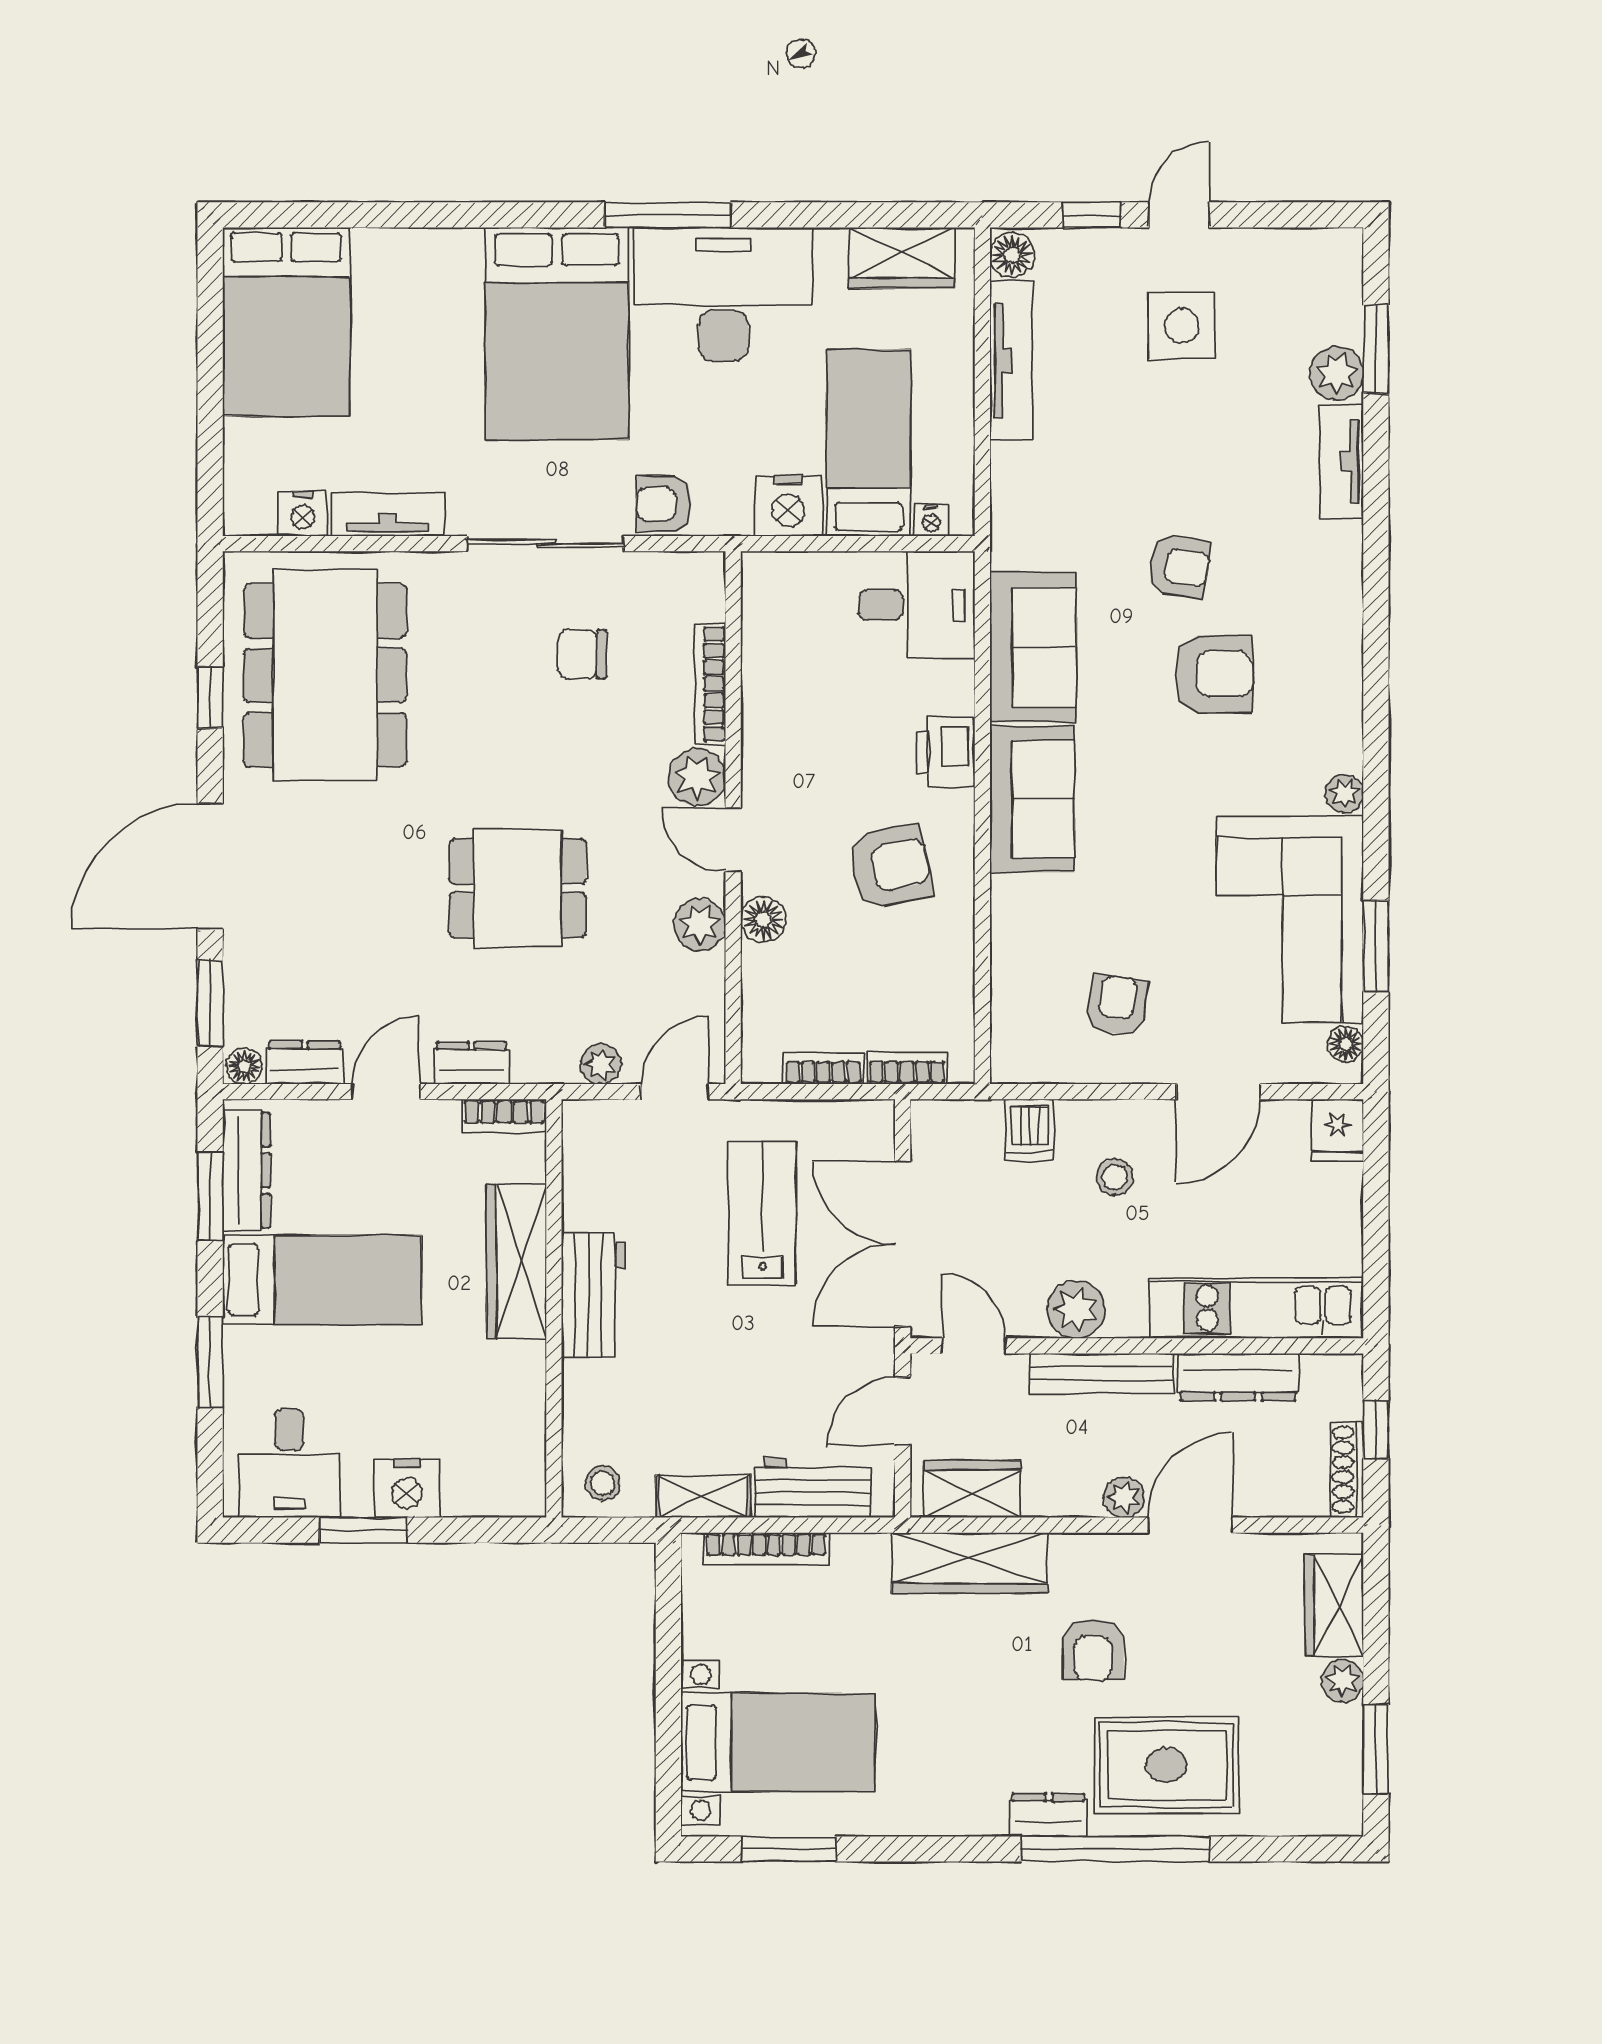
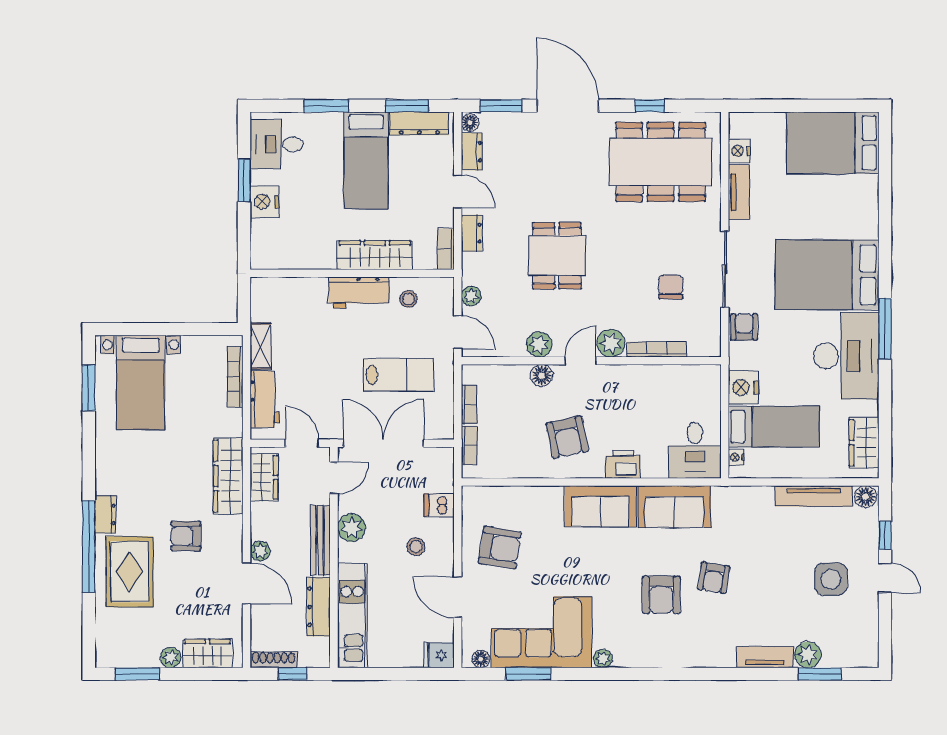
armchair: (1117, 1005) -> (500, 548), width x1.38, depth x1.38
stool: (603, 1483) -> (408, 299), moved

